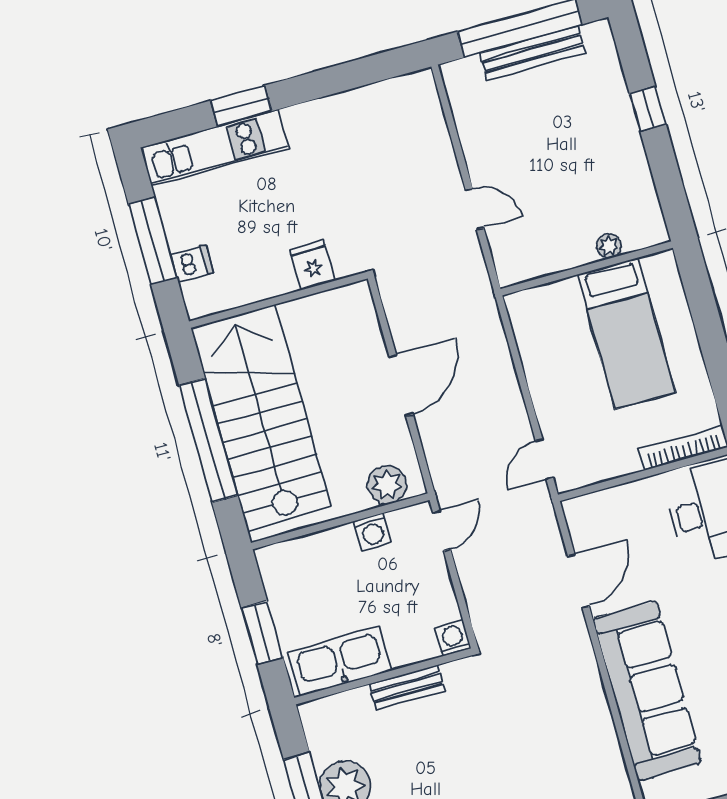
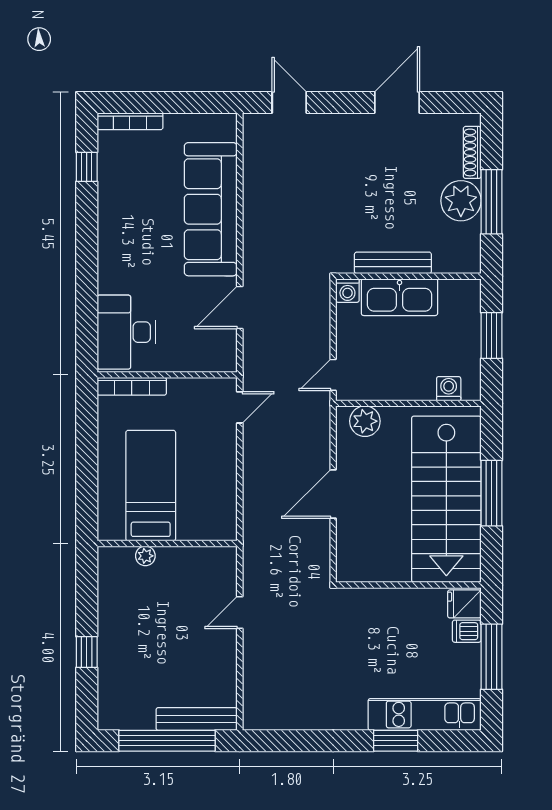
bench: (533, 53) -> (197, 719), moved
door: (475, 209) -> (240, 613), hinge flipped
fridge: (313, 265) -> (464, 604), moved, turned 90
window: (208, 440) -> (491, 493), width x0.68
washing machine: (372, 532) -> (449, 389), moved
kitchen sink: (339, 661) -> (399, 297), moved
bench: (407, 687) -> (393, 263), width x1.36

